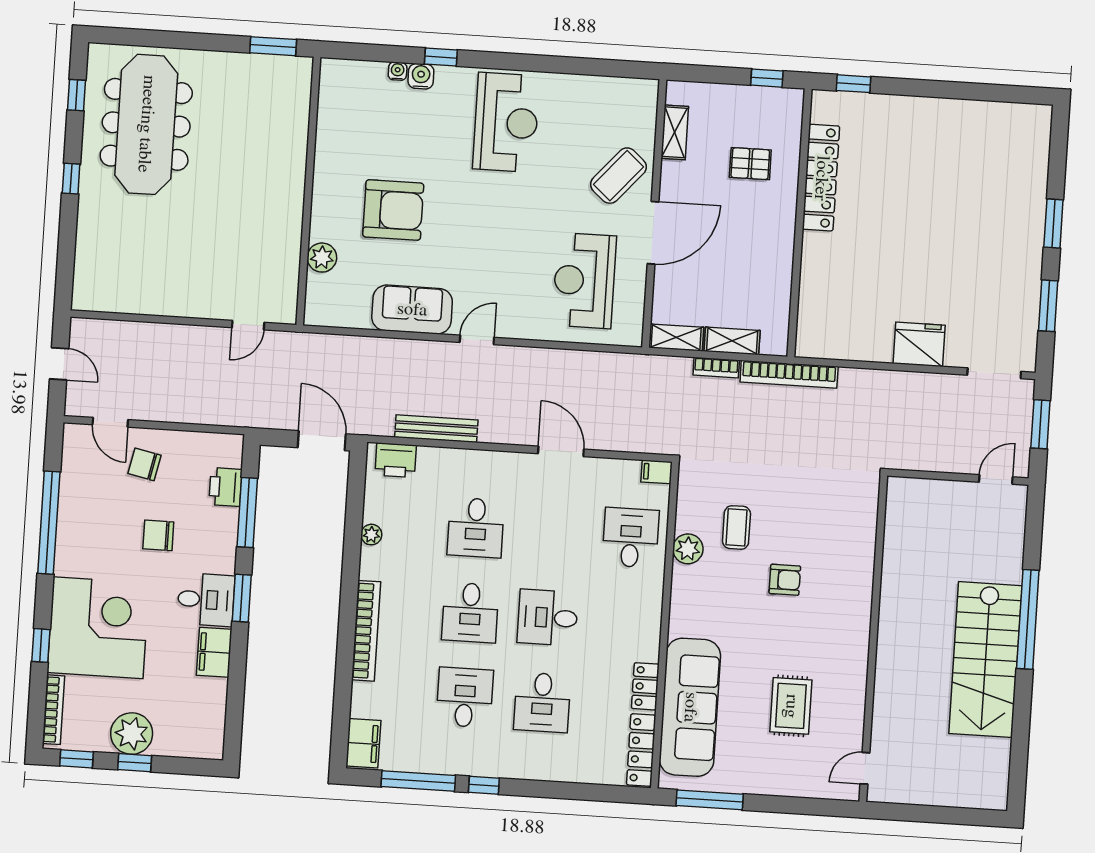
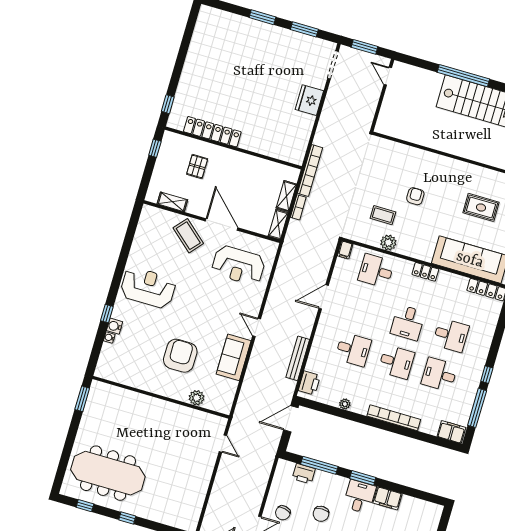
locker: (645, 686) -> (425, 272), moved

